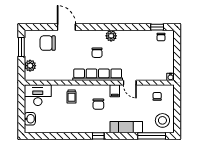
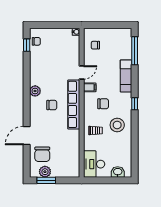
plant: (30, 66) -> (45, 172), moved
stool: (162, 120) -> (117, 125), moved

